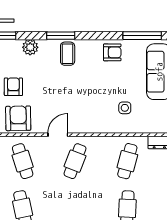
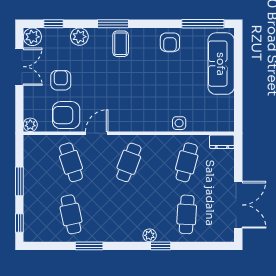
armchair: (112, 52) -> (170, 42), turned 90
side table: (125, 108) -> (179, 123), moved
armchair: (18, 118) -> (66, 115), turned -89
door: (58, 135) -> (97, 133), moved

